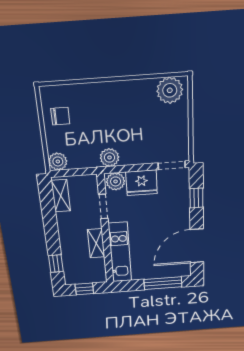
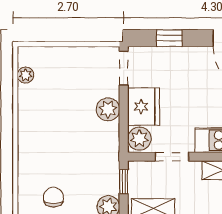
plant: (170, 90) -> (25, 75), width x0.53, depth x0.53
plant: (110, 157) -> (108, 109), moved
window: (80, 172) -> (124, 182), added

